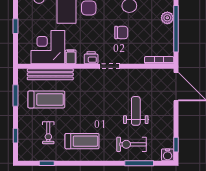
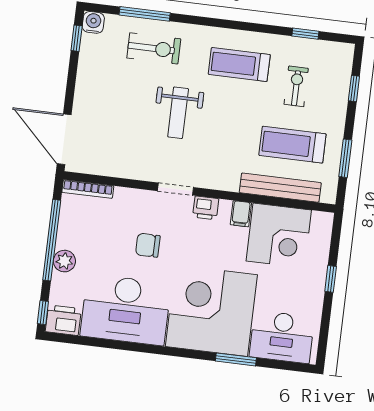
weight bench: (136, 111) -> (178, 113), moved

